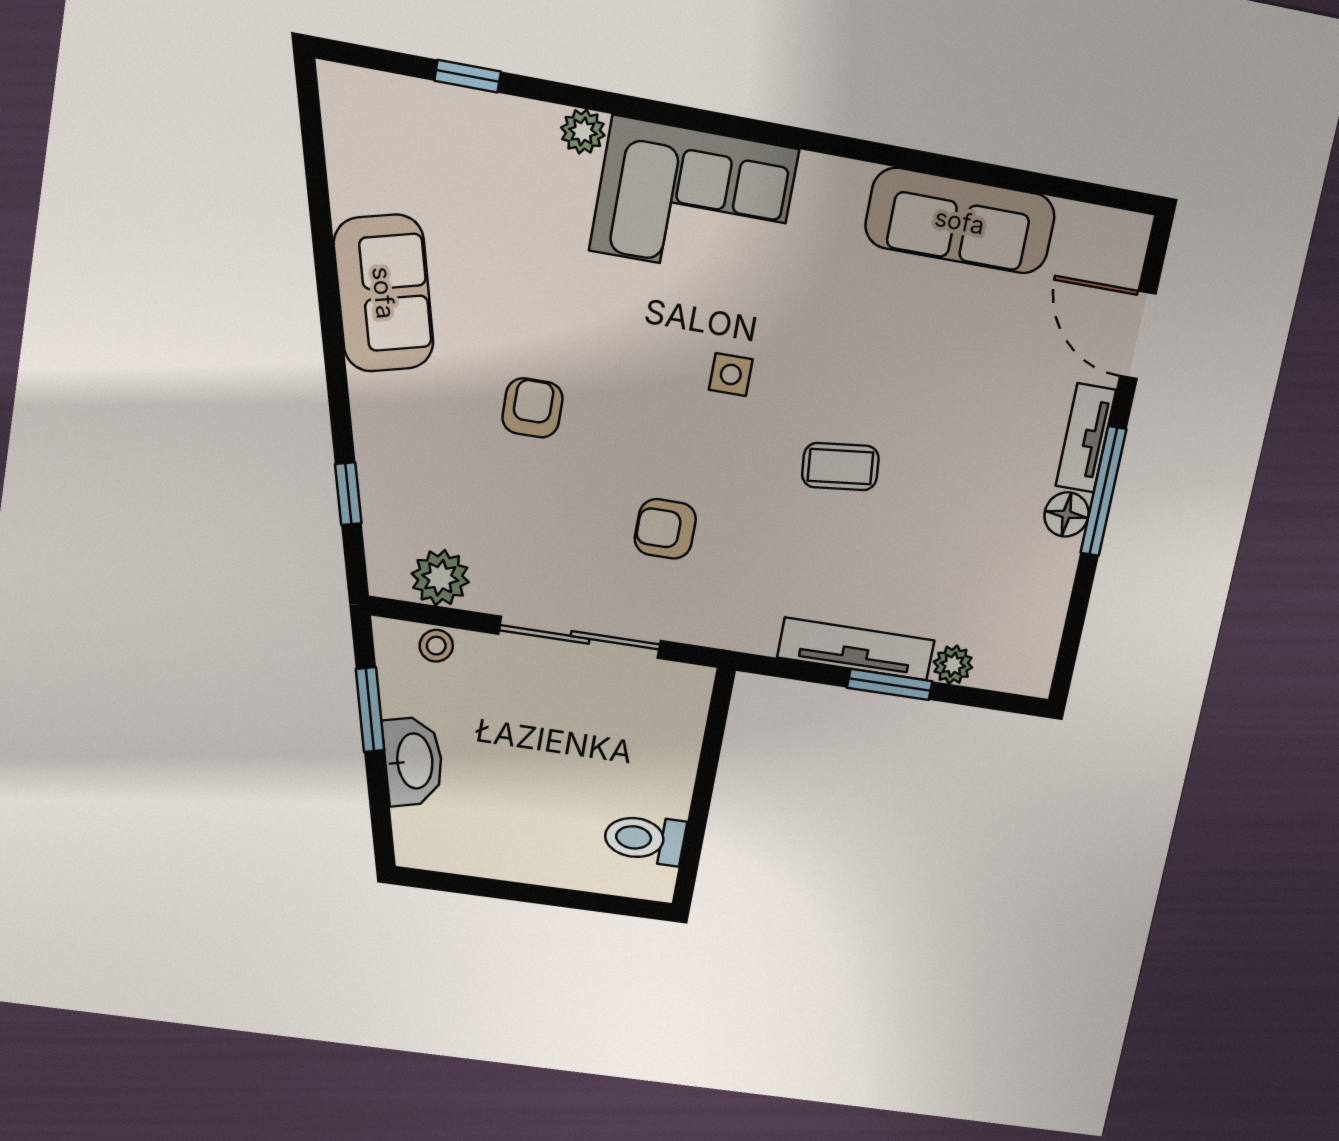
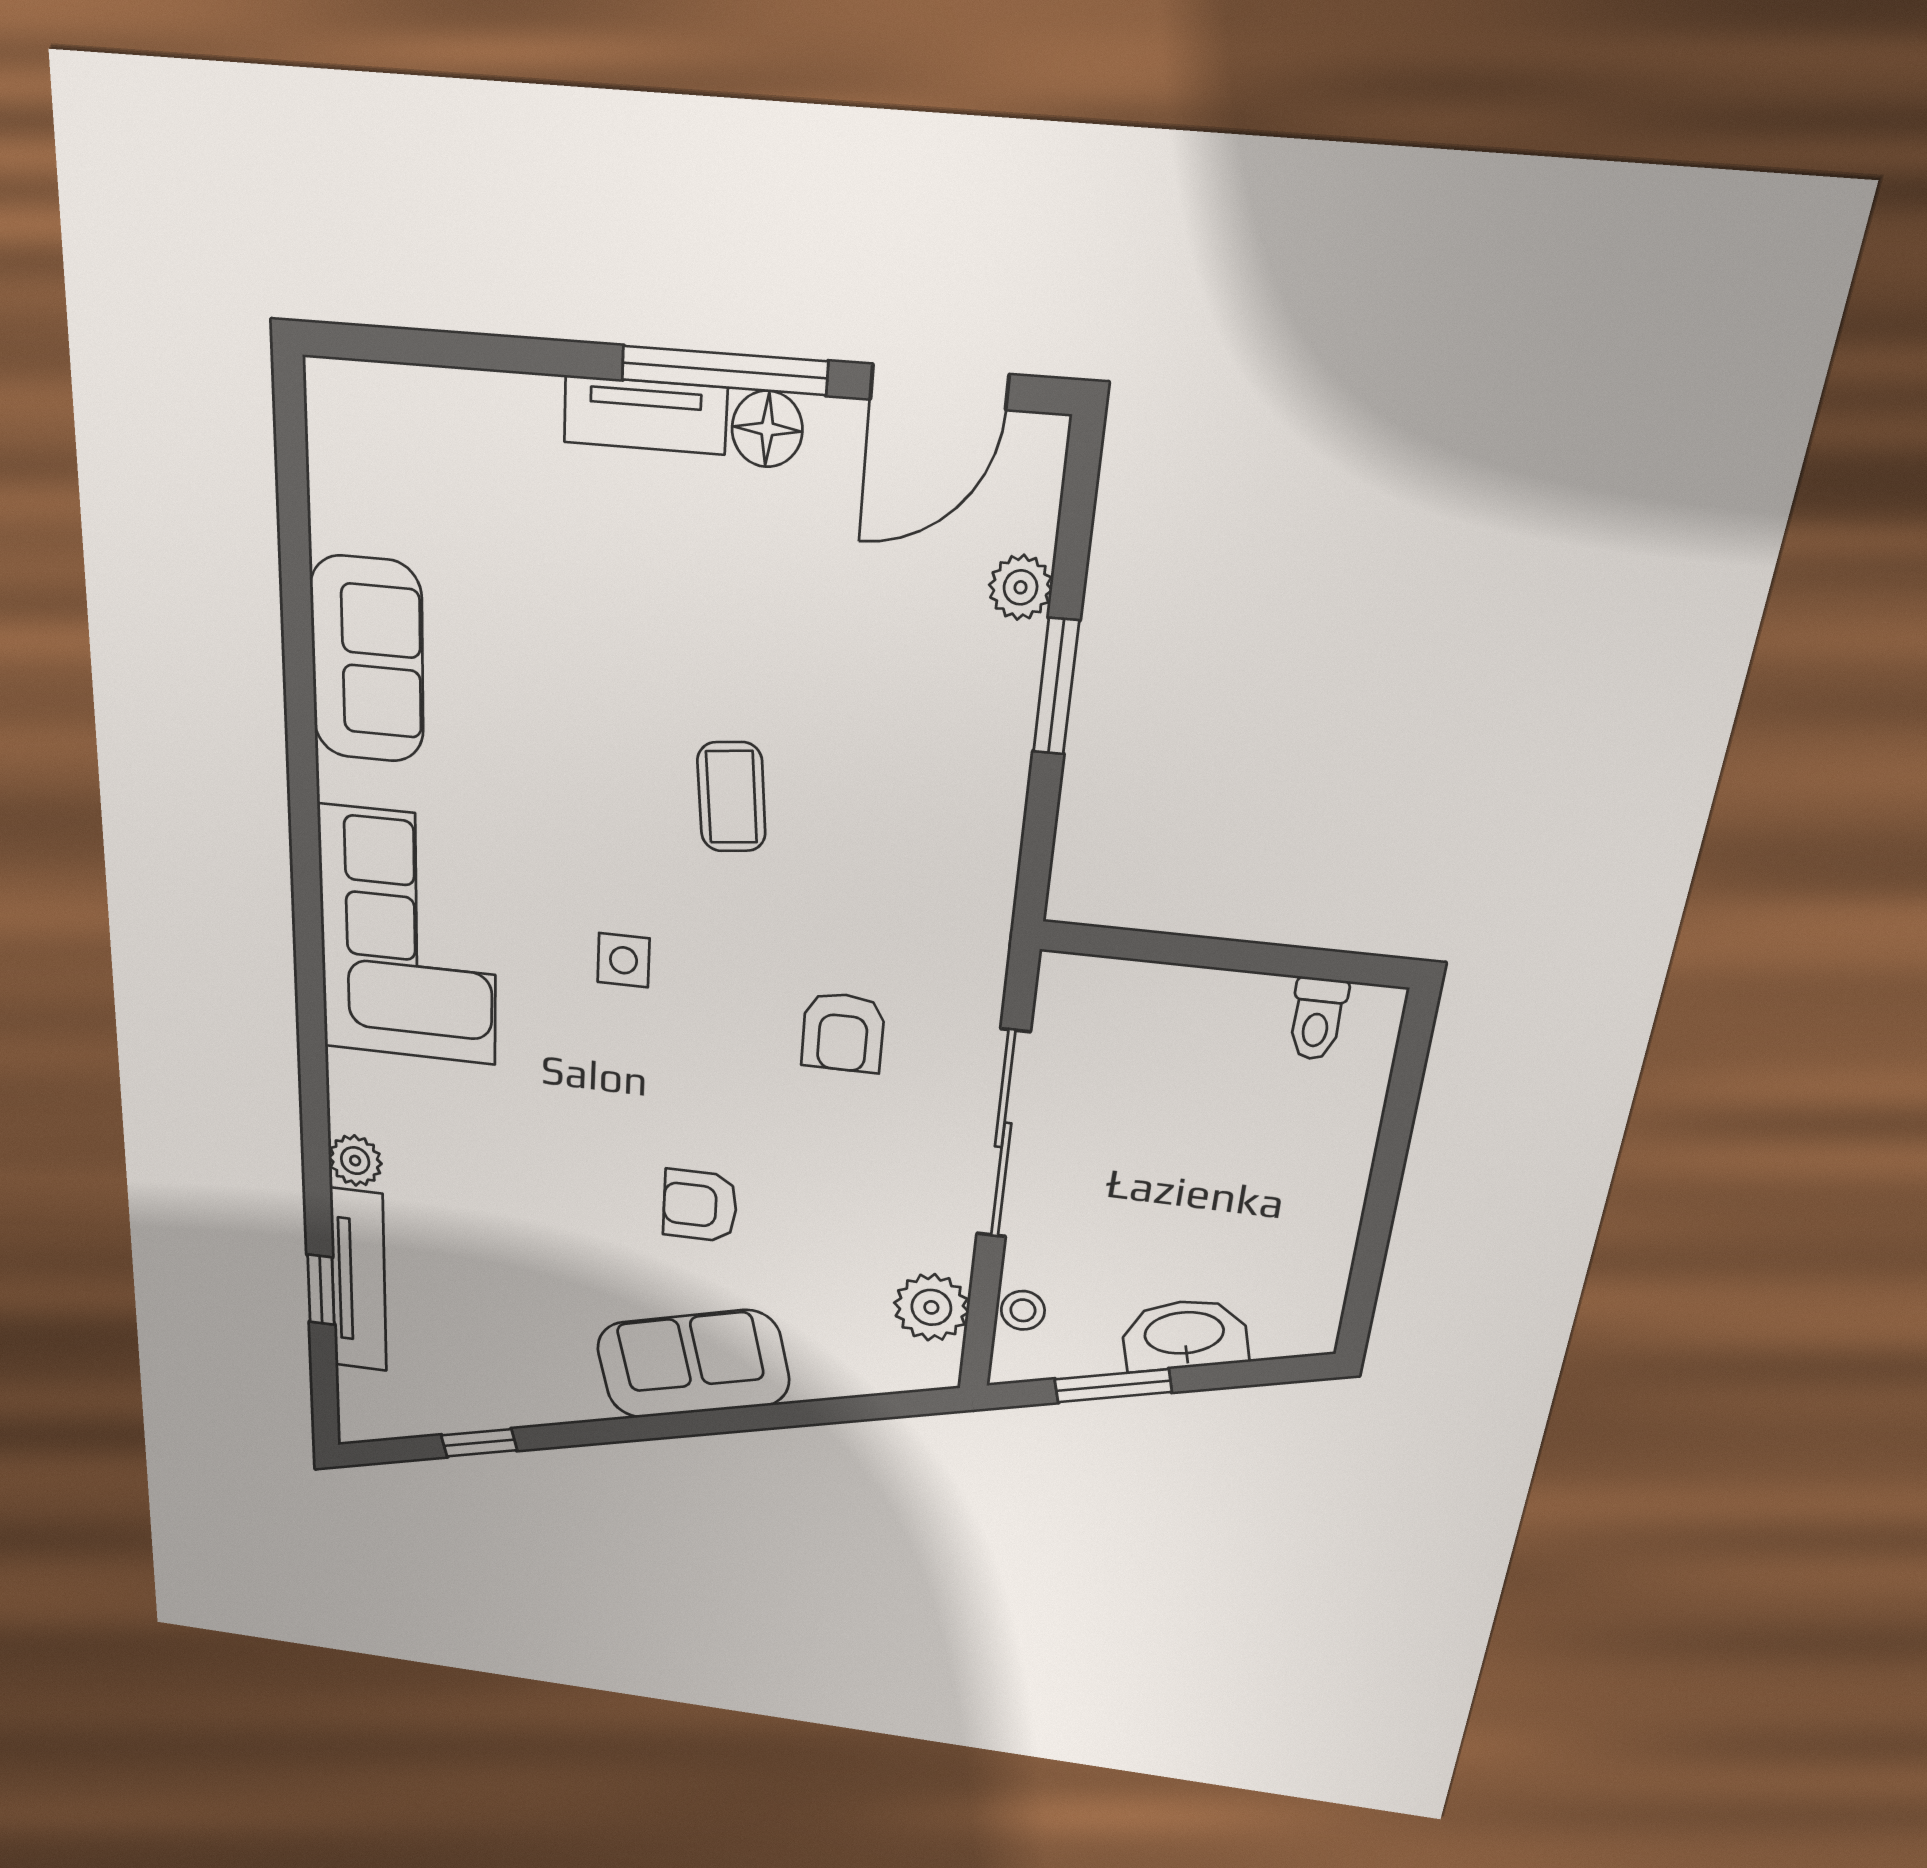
corner sofa: (694, 200) -> (408, 937), moved
sofa: (960, 221) -> (367, 660), width x0.73
sofa: (384, 293) -> (693, 1364), moved
door: (1138, 335) -> (939, 387), moved
window: (348, 494) -> (479, 1443), moved
tv unit: (856, 649) -> (358, 1281), moved, turned 180
toilet: (644, 839) -> (1317, 1019), width x0.73, depth x0.72

